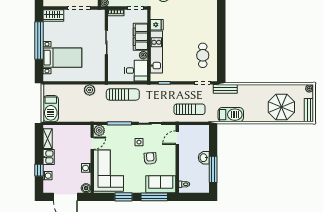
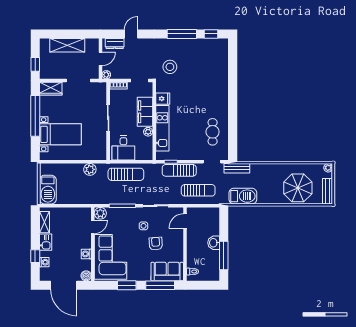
desk: (136, 71) -> (123, 148), moved, turned 90
sun lounger: (172, 91) -> (179, 170), added

